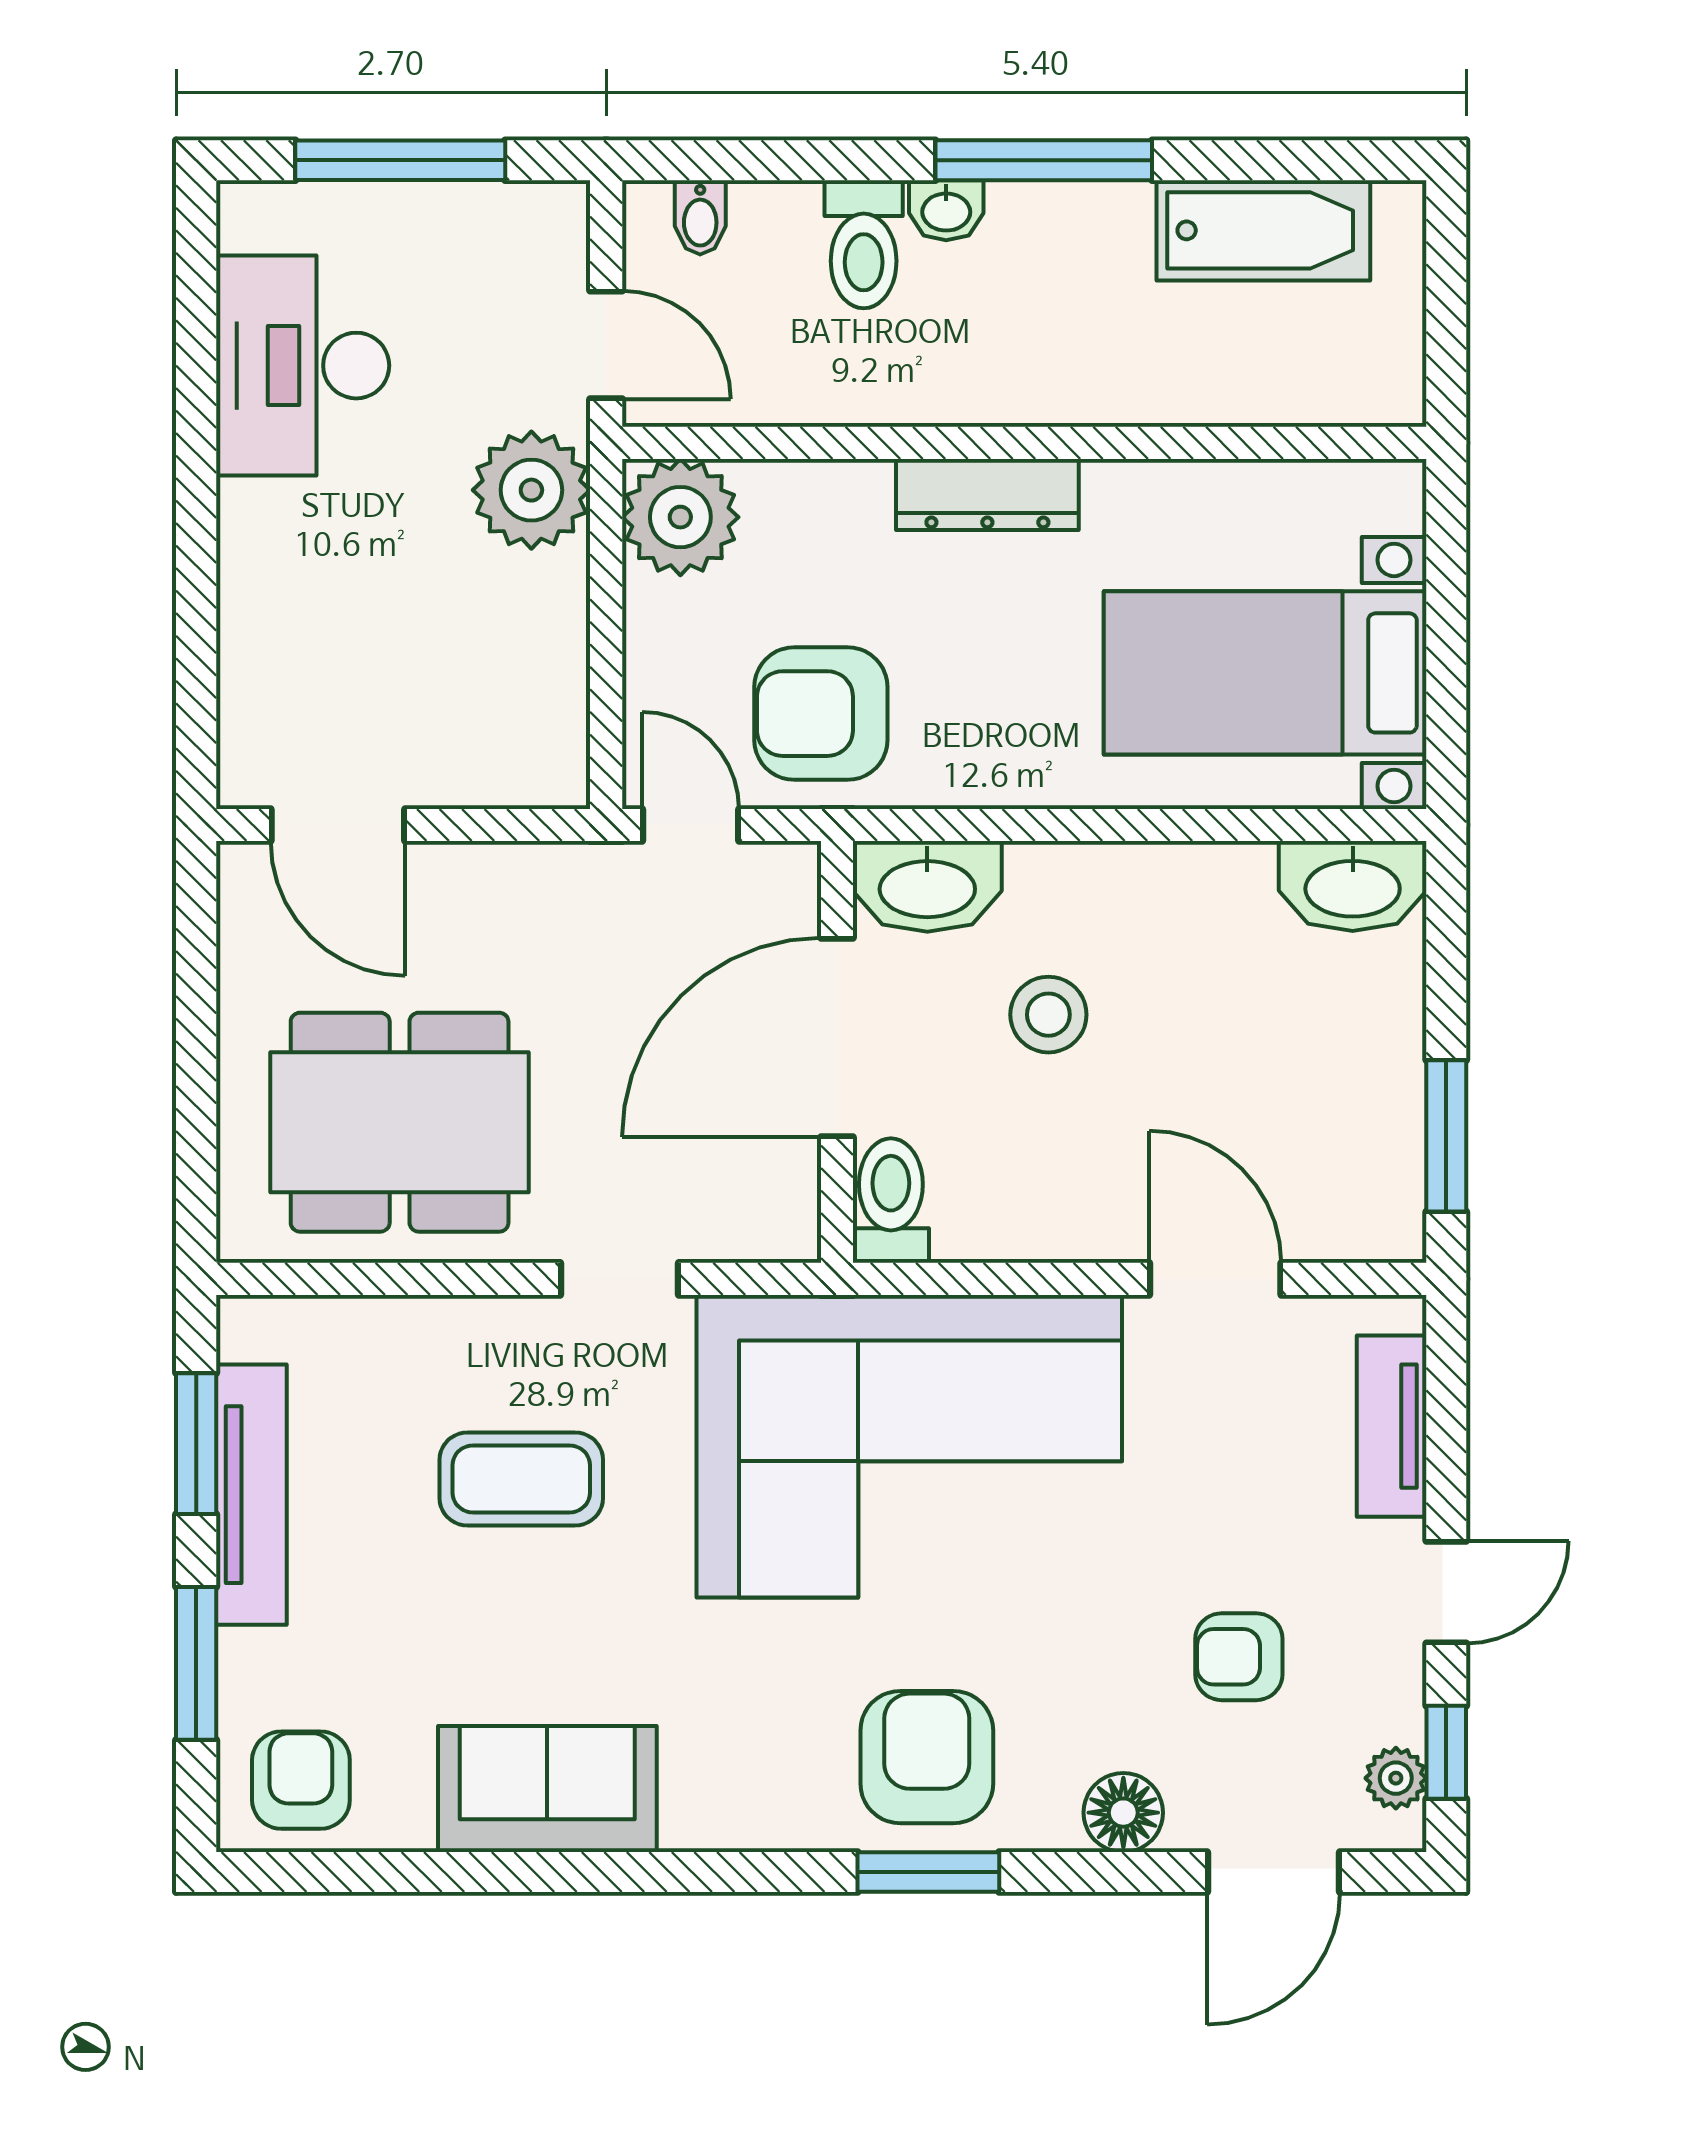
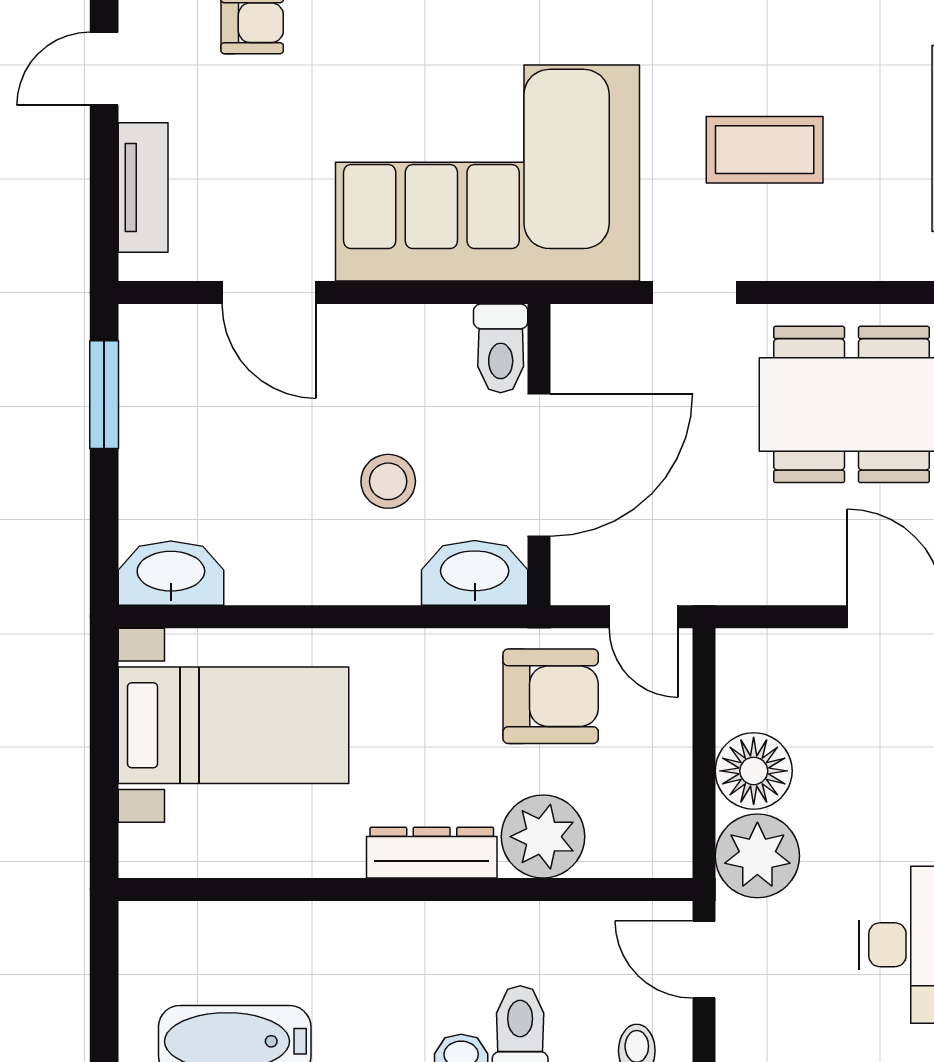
plant: (680, 517) -> (543, 837), moved
floor lamp: (537, 609) -> (754, 771), added

